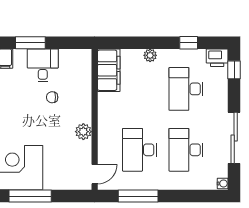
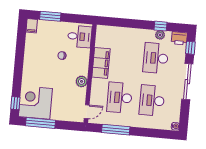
plant: (150, 55) -> (160, 35), moved
desk: (43, 65) -> (80, 37), moved, turned 90
filing cabinet: (109, 70) -> (101, 63), moved
sliding door: (234, 138) -> (187, 82), moved

